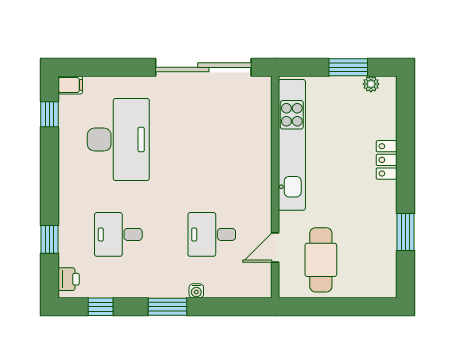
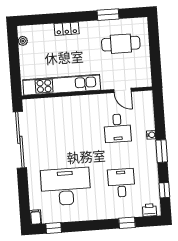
window: (348, 67) -> (14, 55), removed
desk: (118, 234) -> (121, 183), turned 180
cafe table: (321, 260) -> (121, 44), moved

